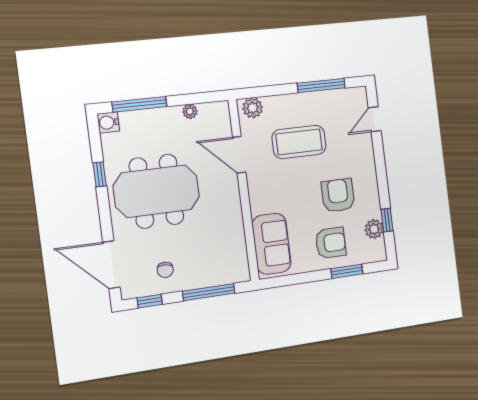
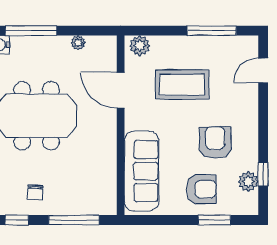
sofa: (272, 244) -> (142, 171), width x1.36

